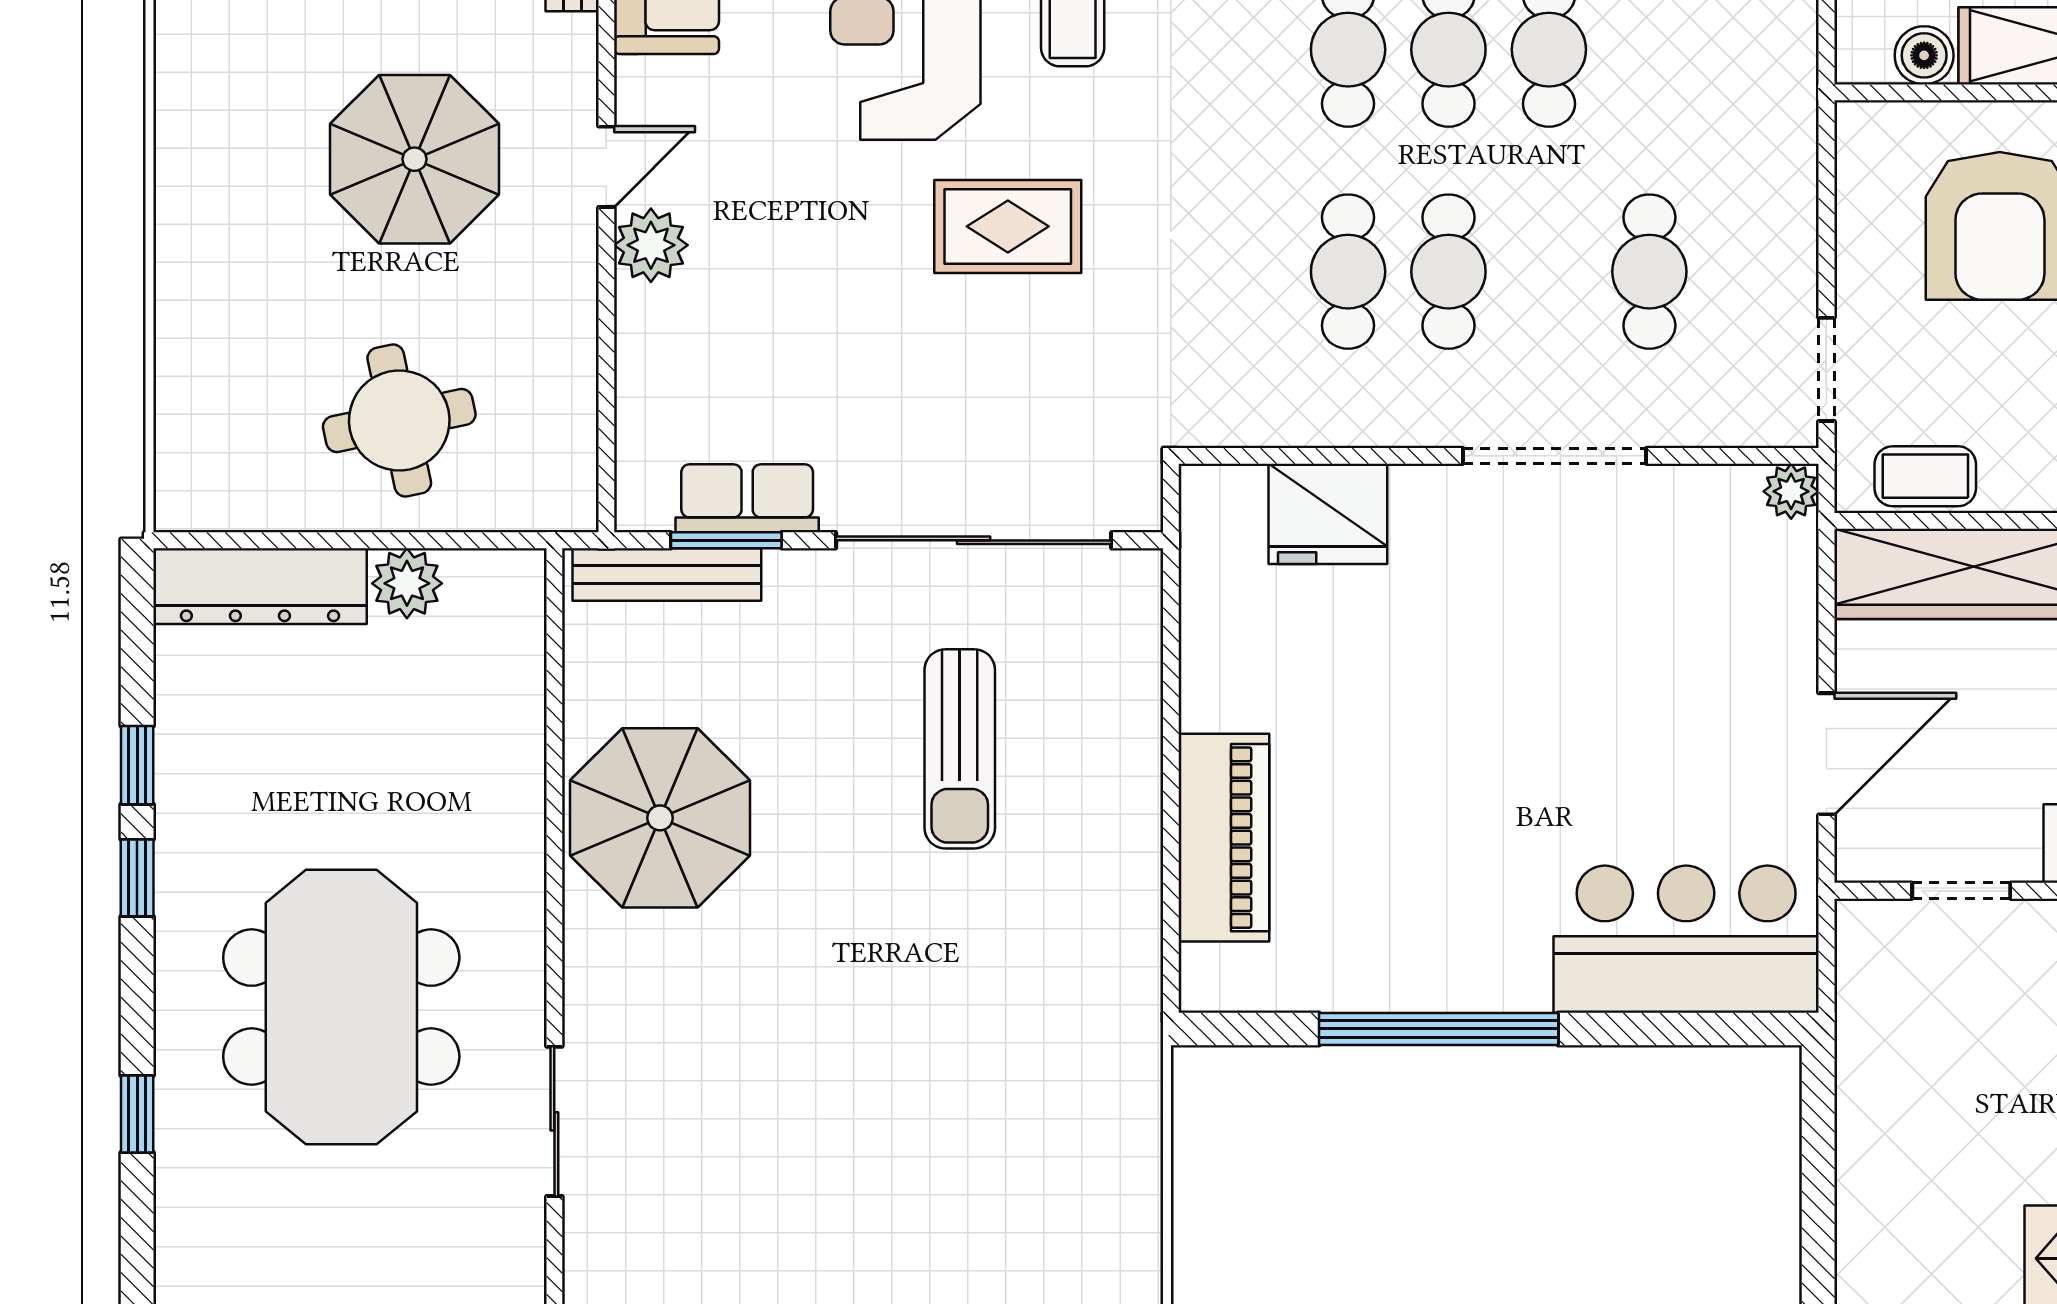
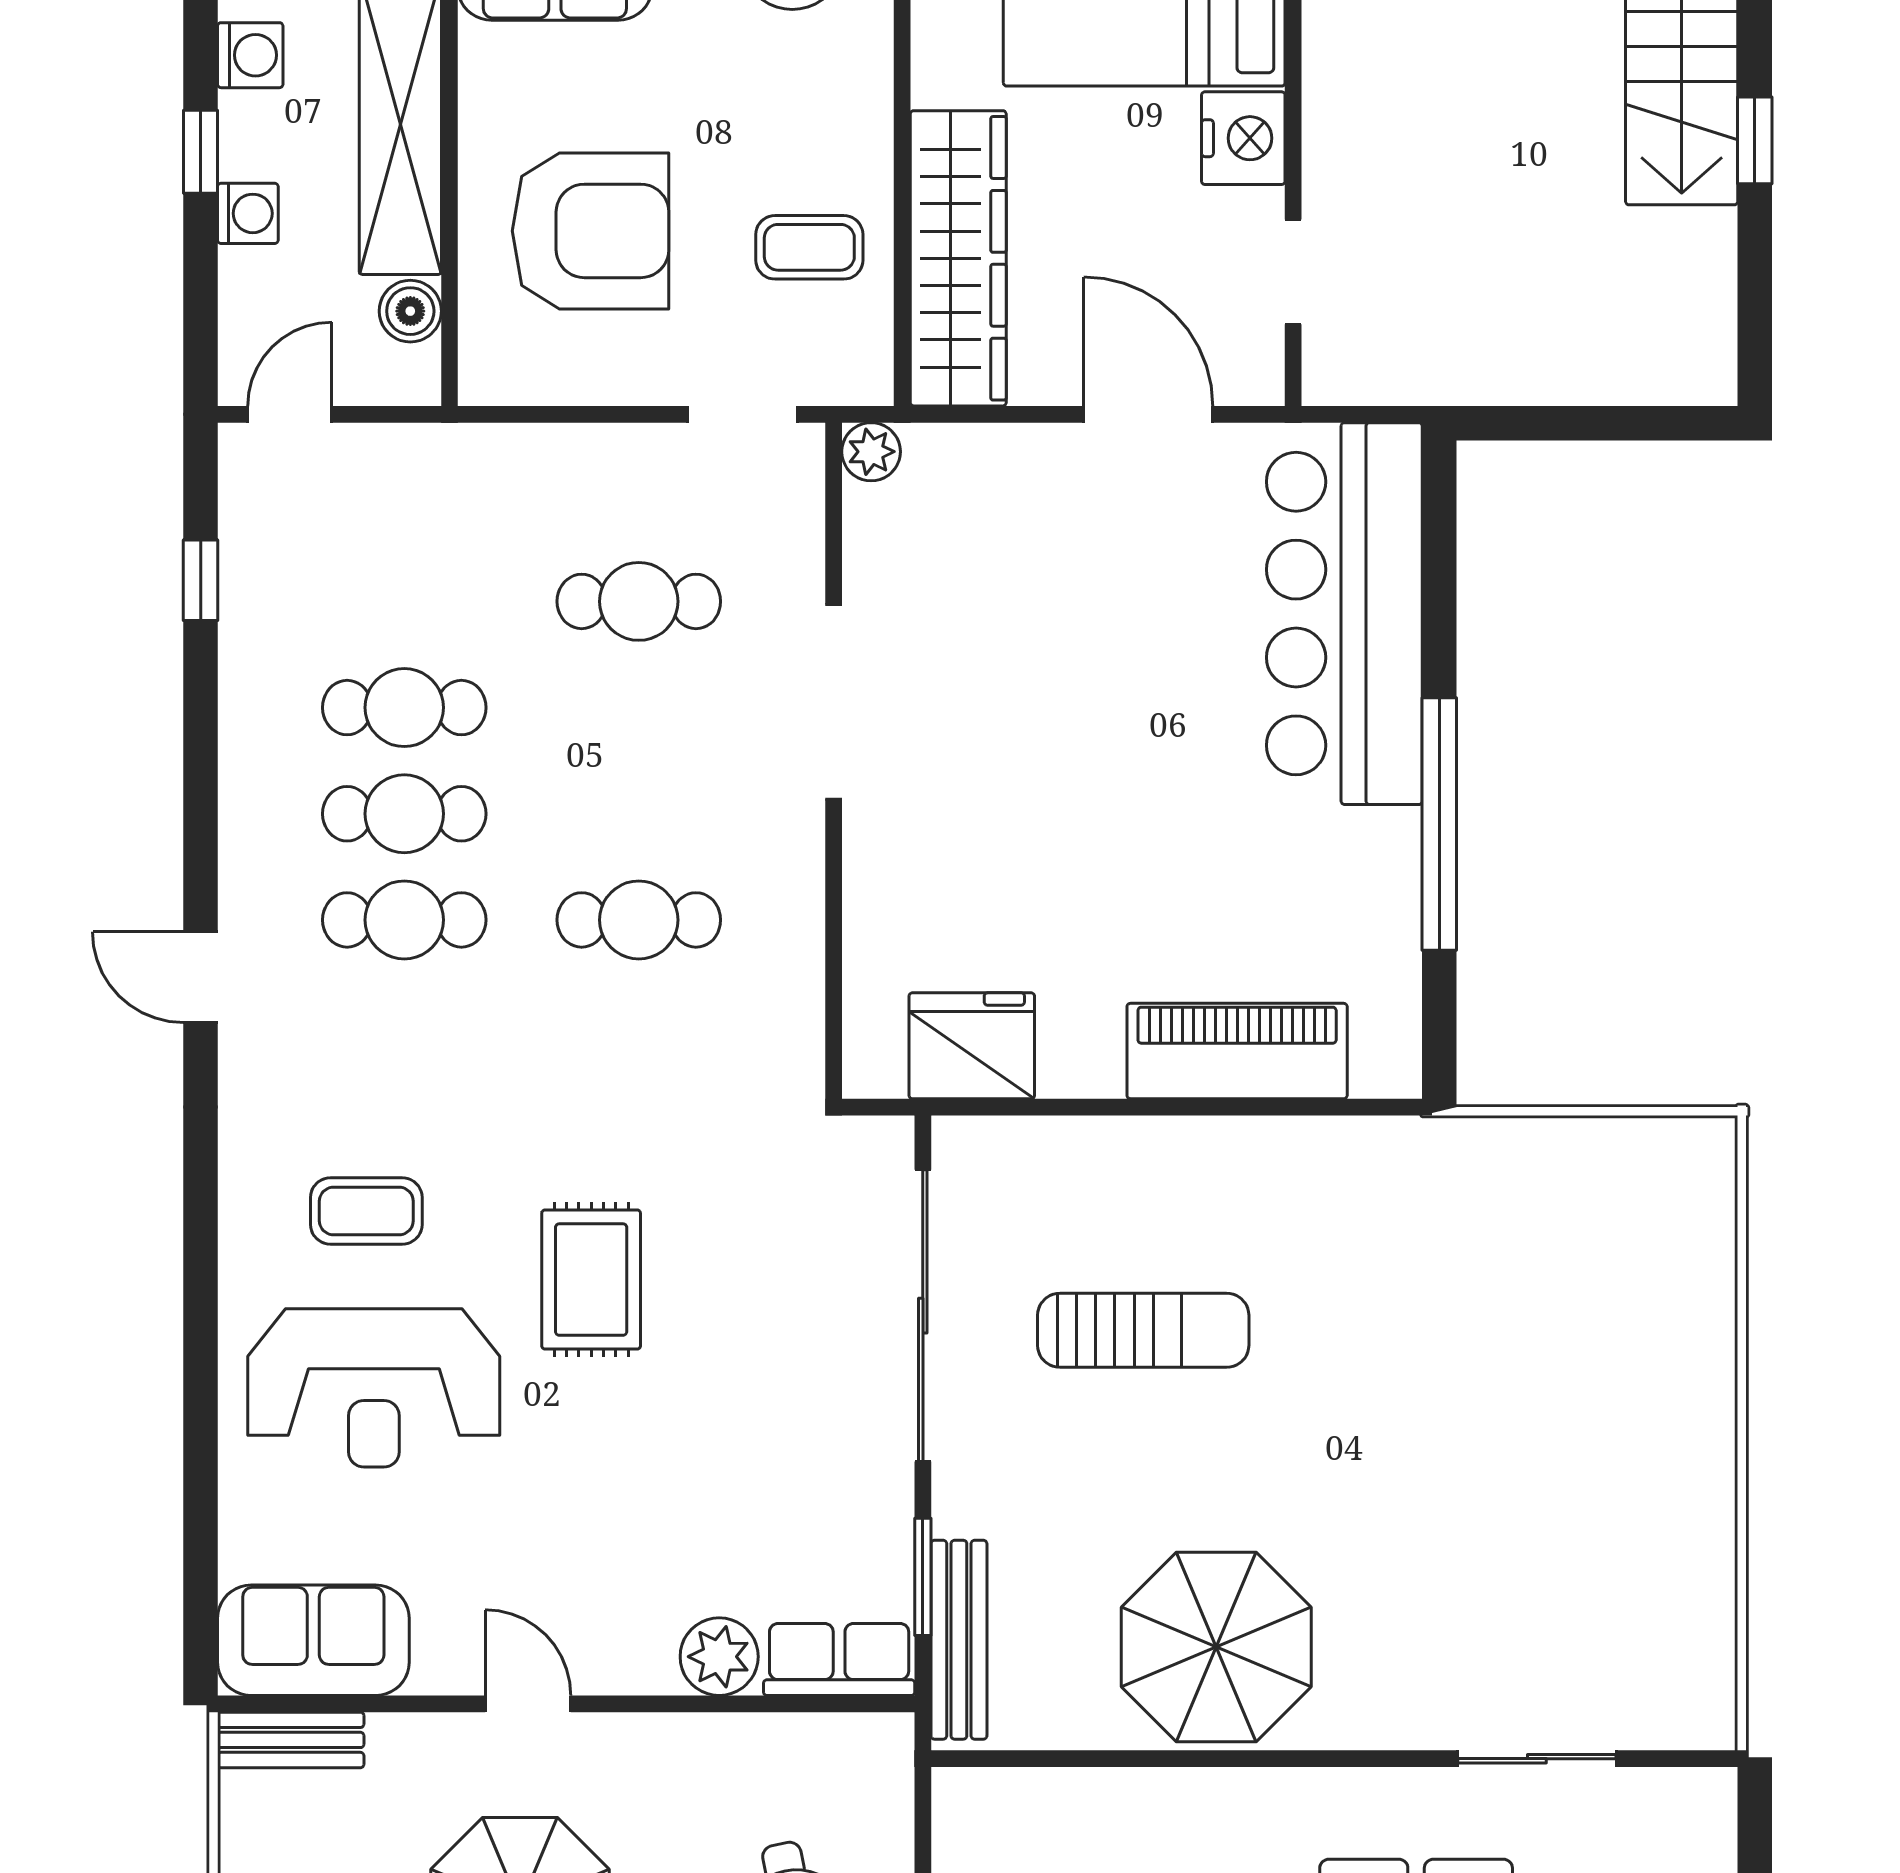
plant: (651, 245) -> (719, 1657), moved
cafe table: (1448, 272) -> (639, 814), removed
coffee table: (1925, 476) -> (809, 247), moved, turned 90
row of seats: (747, 498) -> (839, 1659), moved, turned 90
fridge: (1328, 514) -> (972, 1046), moved, turned -90
bar counter: (1686, 939) -> (1344, 614), width x1.36

